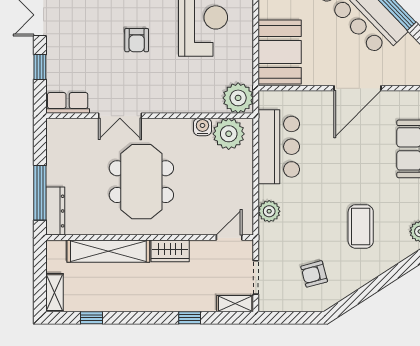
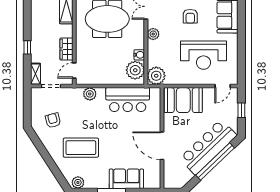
armchair: (137, 40) -> (190, 16), turned -90
plant: (167, 103) -> (153, 34), added
coffee table: (361, 226) -> (81, 148), width x1.36, depth x1.32
door: (229, 238) -> (74, 70), swing flipped
wardrobe: (170, 251) -> (66, 49), moved

